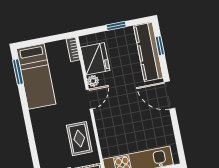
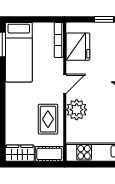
bookcase: (73, 49) -> (59, 40), width x1.56
plant: (93, 81) -> (77, 110), moved, width x1.88, depth x1.88

